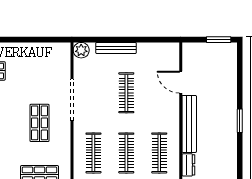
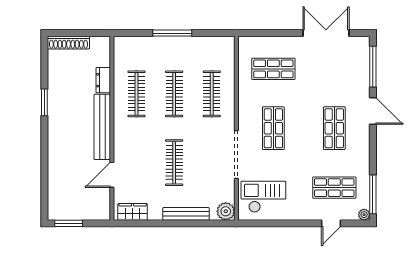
wardrobe: (163, 50) -> (133, 212), added
checkout: (48, 63) -> (263, 197), added
door: (181, 82) -> (112, 175), swing flipped
window: (240, 121) -> (44, 102), moved

